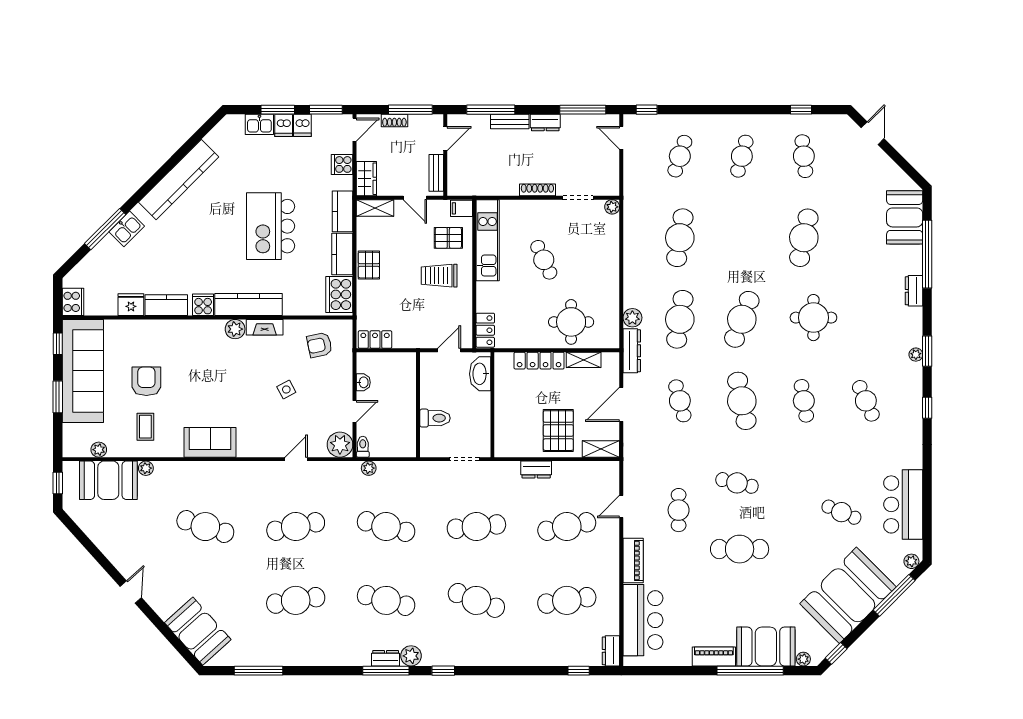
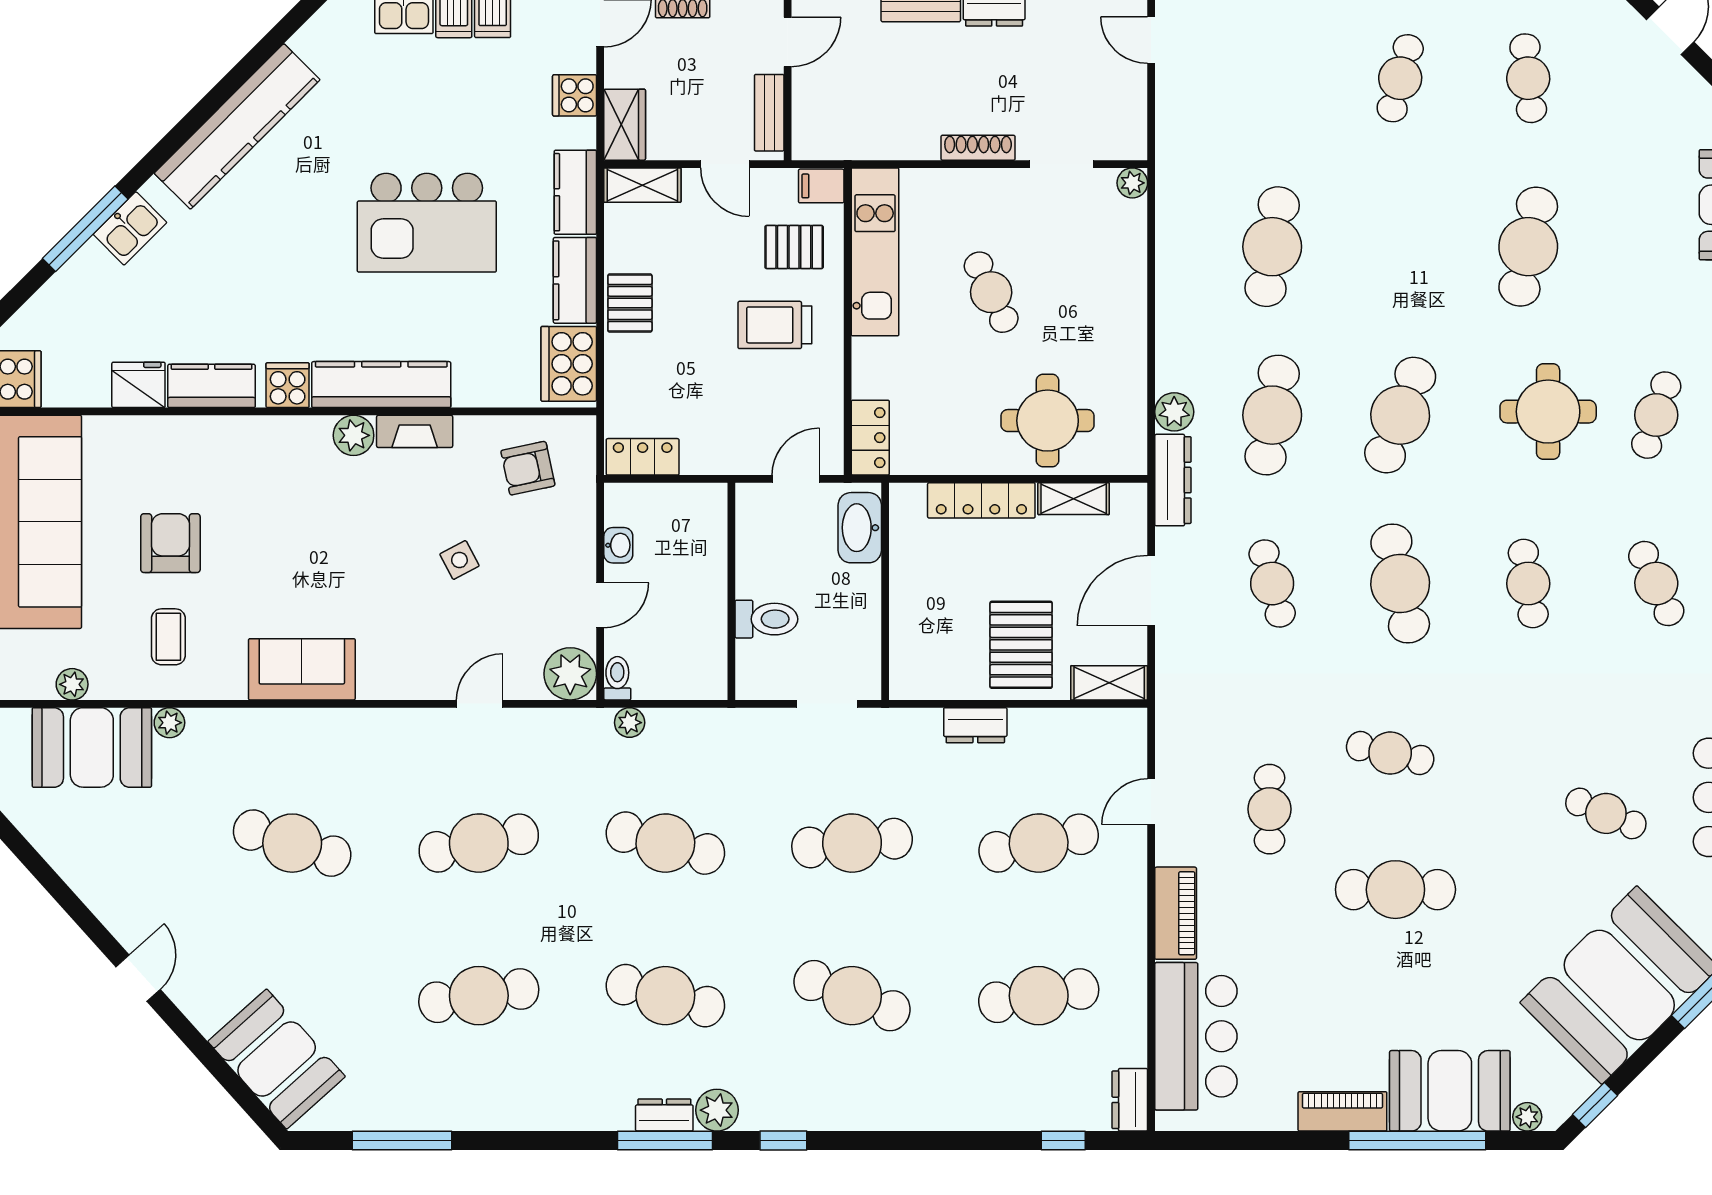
cafe table: (680, 156) -> (1656, 415), moved
kitchen island: (271, 226) -> (427, 223), turned -90

